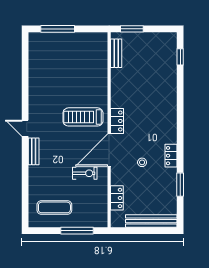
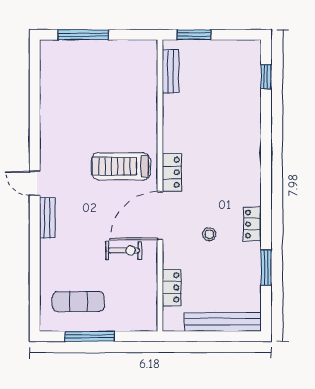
window: (77, 231) -> (90, 336), moved

